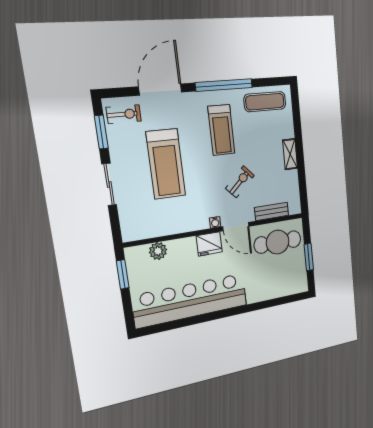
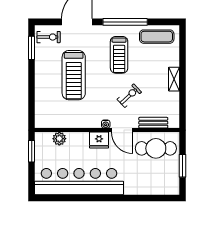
sliding door: (109, 184) -> (32, 85), removed

